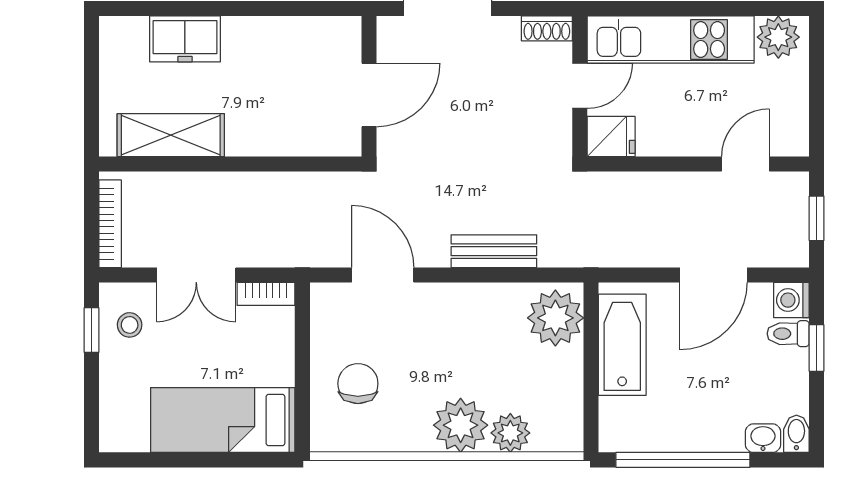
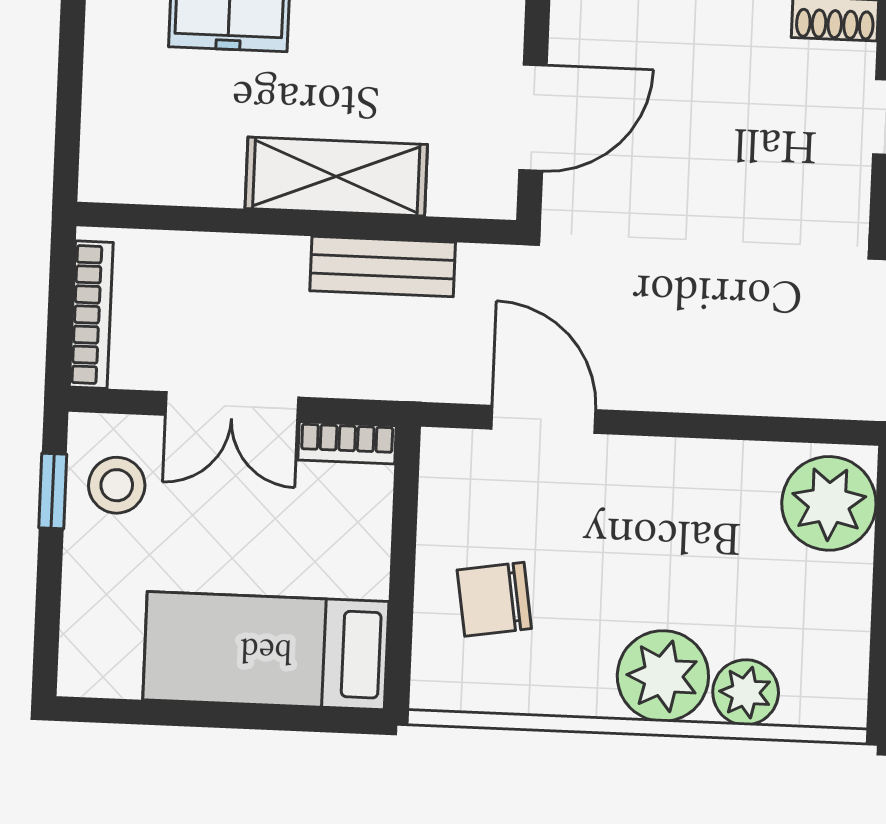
shelving: (171, 135) -> (336, 177), moved
bench: (494, 251) -> (383, 267), moved
stool: (130, 325) -> (117, 485), width x1.37, depth x1.37
chair: (358, 384) -> (494, 599), turned -99

